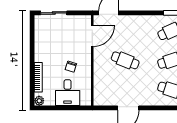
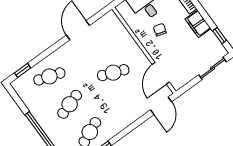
window: (32, 32) -> (220, 36), added
filing cabinet: (41, 51) -> (198, 24), added

